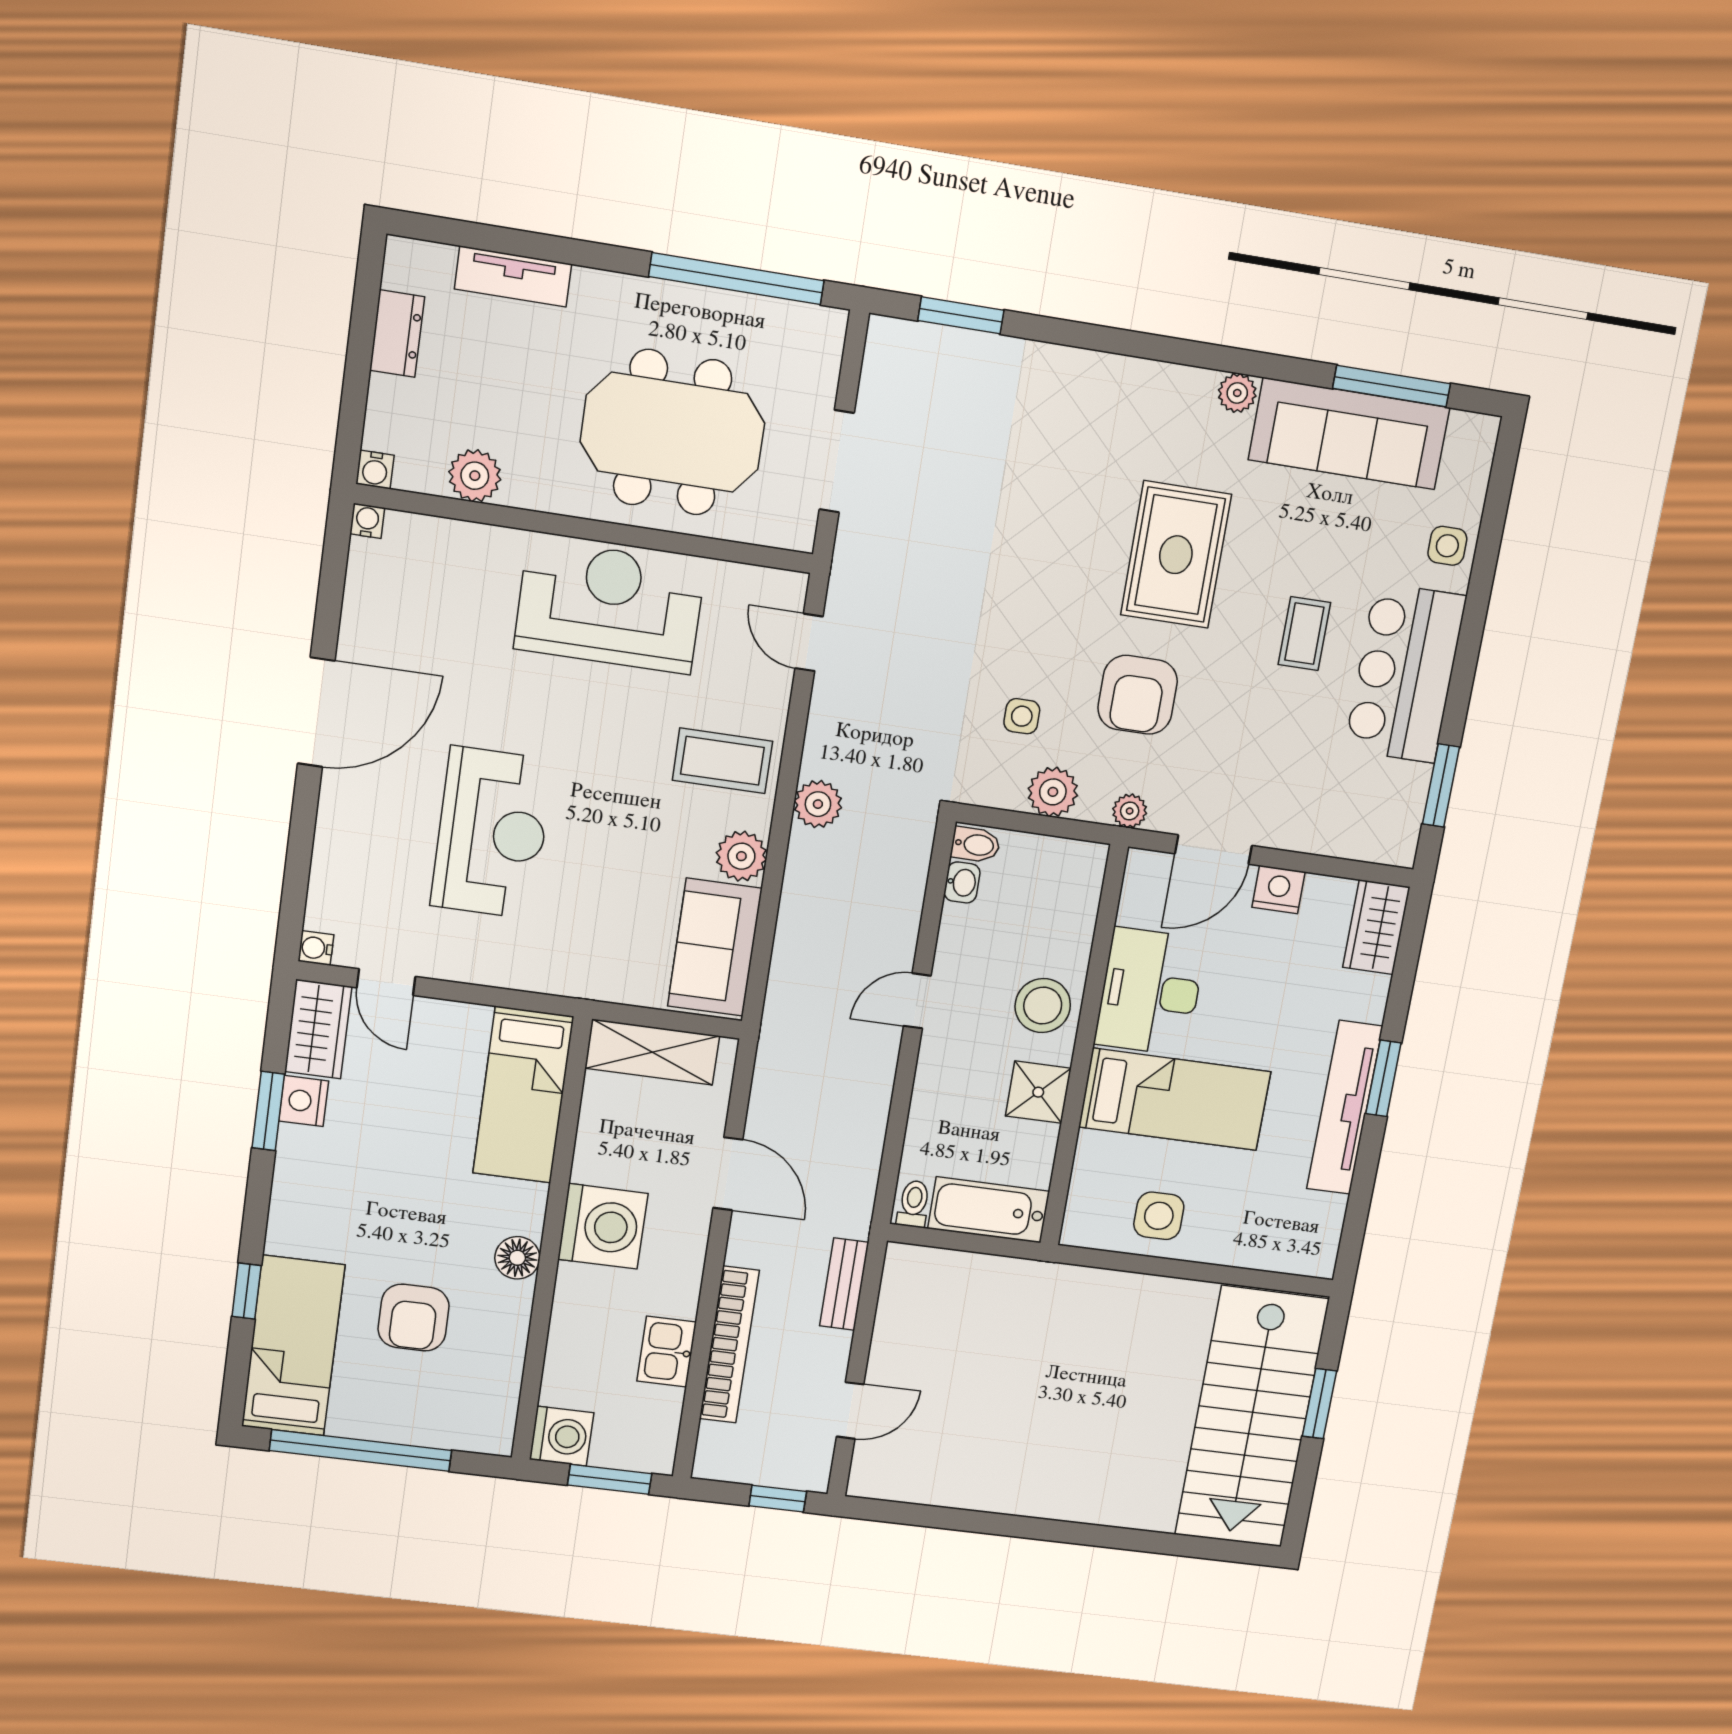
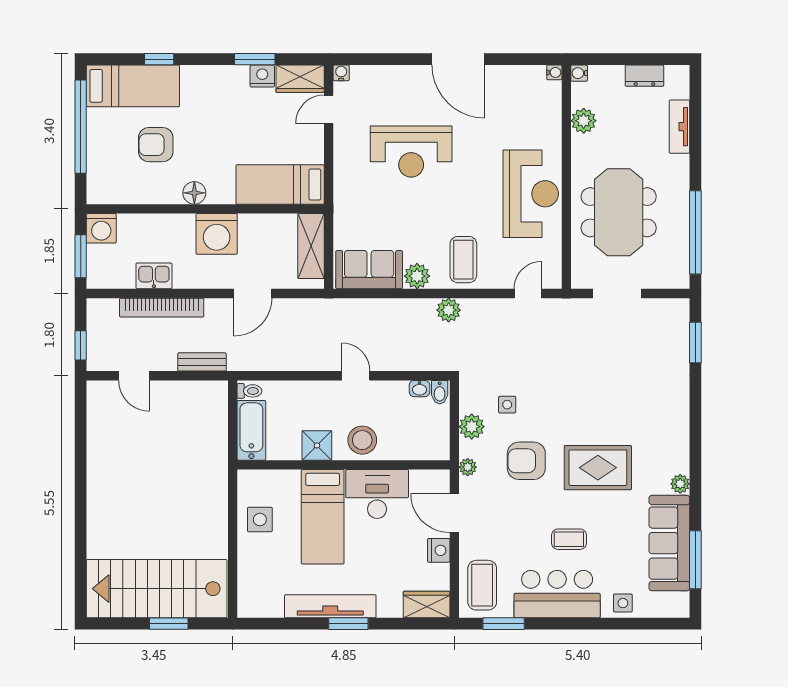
coffee table: (1360, 816) -> (482, 585), added

